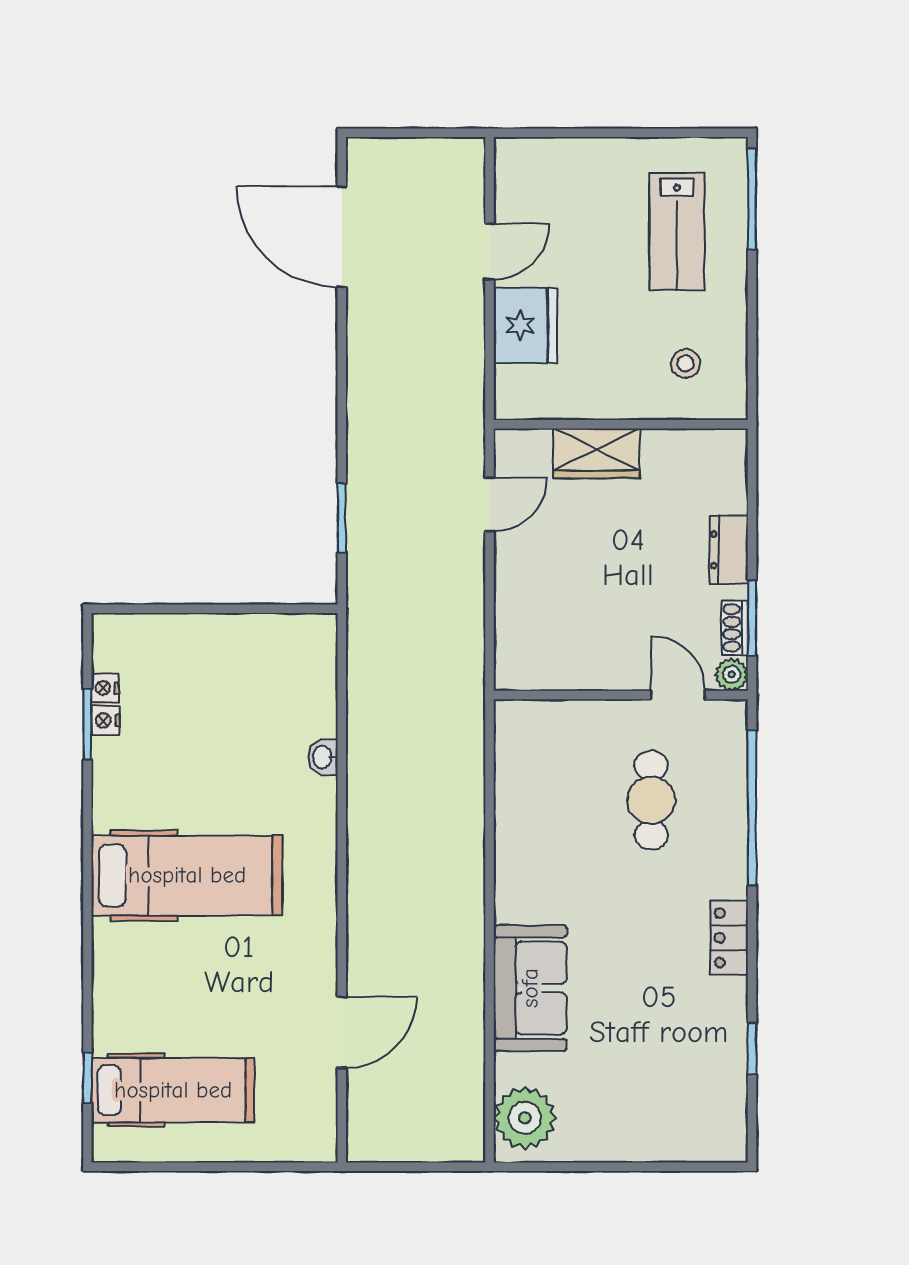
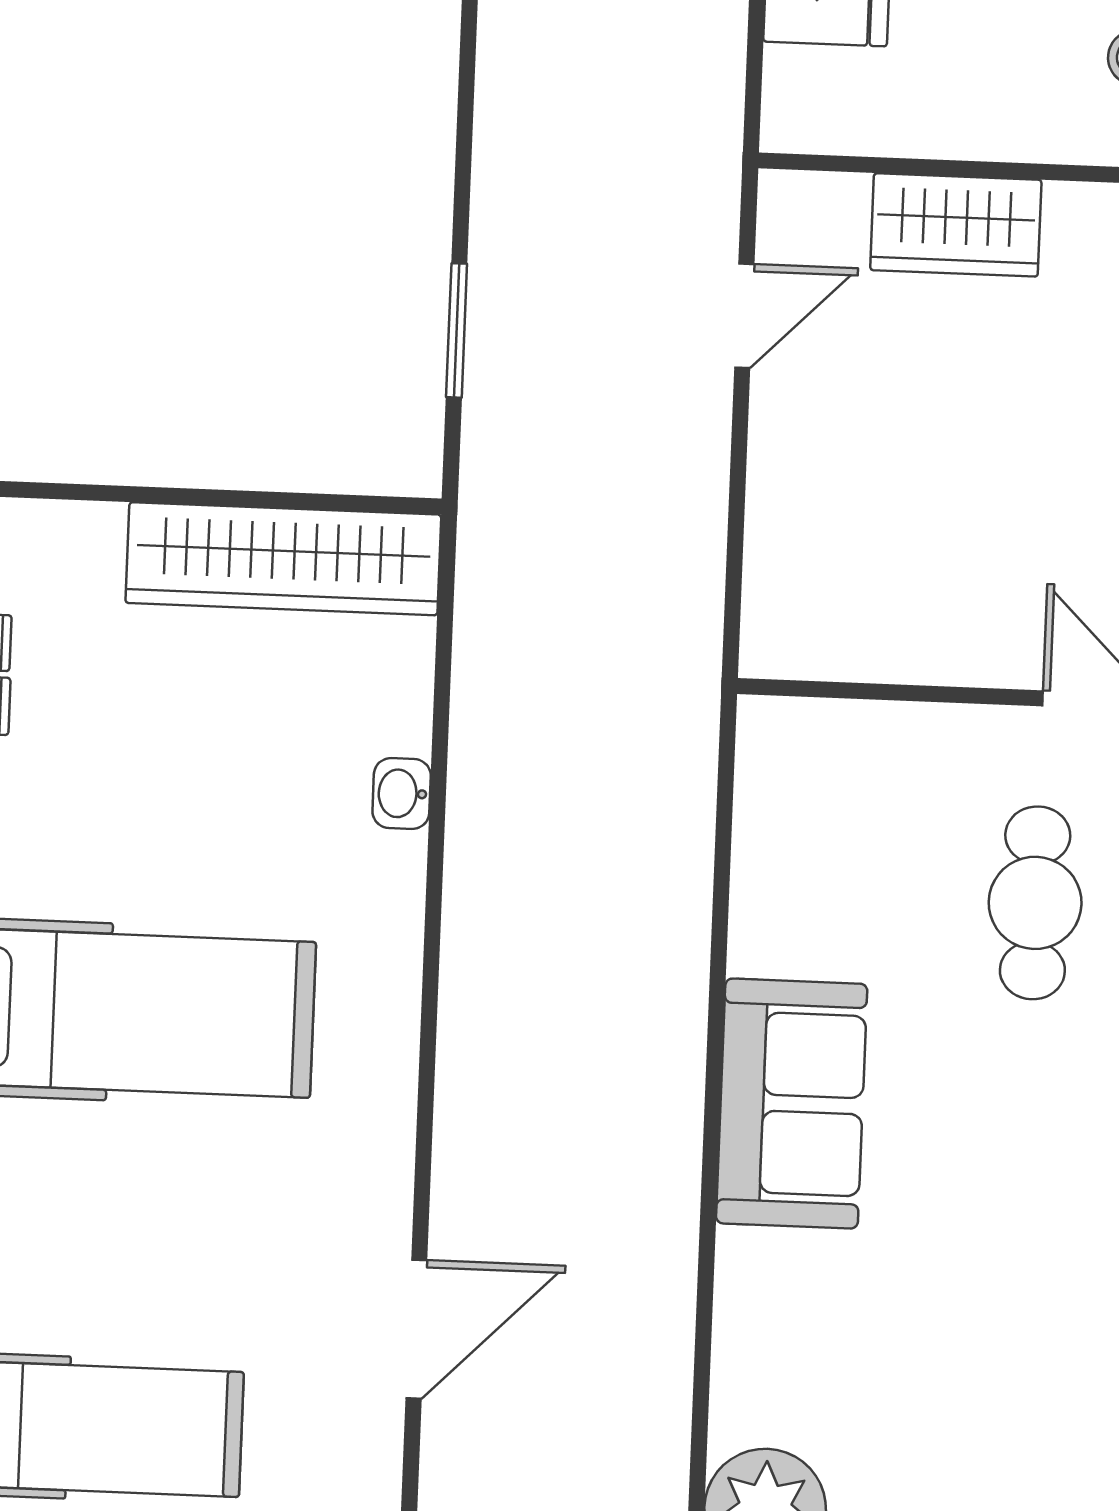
wardrobe: (257, 639) -> (283, 559), added
sofa: (530, 988) -> (792, 1104), moved

